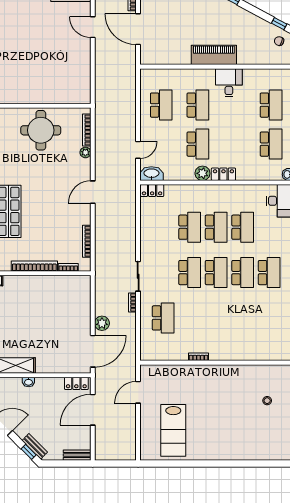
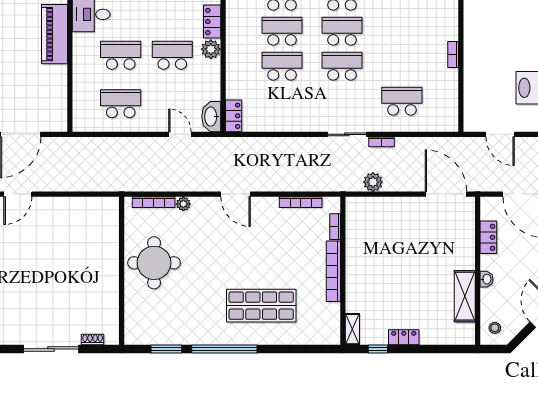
plant: (102, 323) -> (373, 182), moved
locker: (76, 383) -> (488, 237), moved

